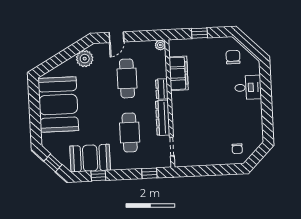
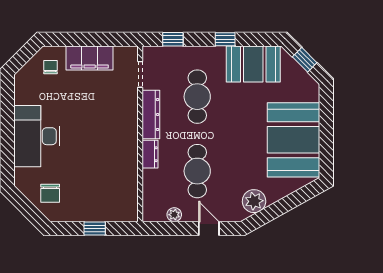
door: (116, 37) -> (209, 228), hinge flipped
plant: (160, 45) -> (174, 215), moved
filing cabinet: (179, 73) -> (90, 58), moved, turned -90
desk: (248, 87) -> (37, 136), width x1.87, depth x1.30
window: (98, 176) -> (225, 39), moved

